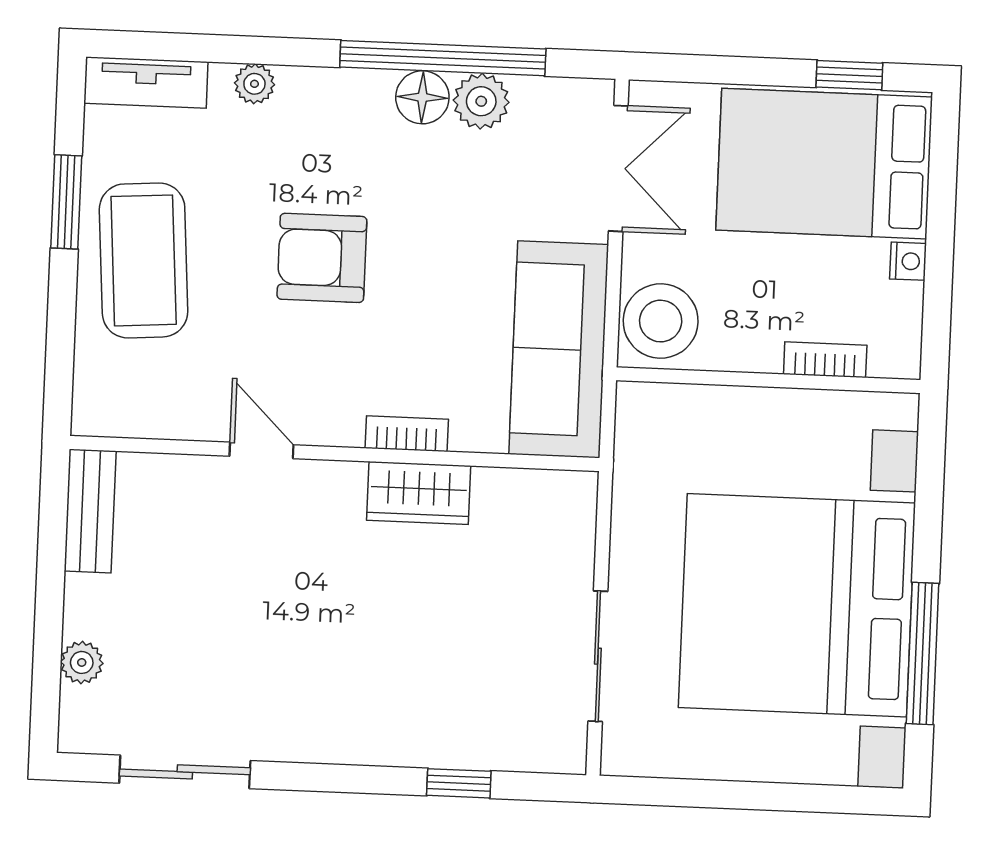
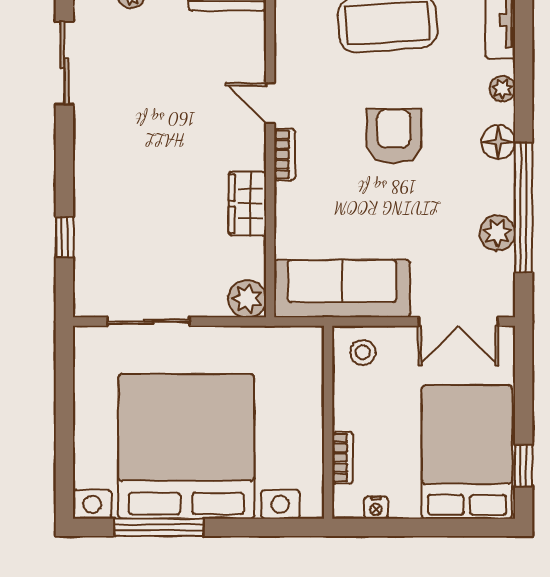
floor lamp: (422, 97) -> (498, 142), moved
nightstand: (908, 261) -> (376, 508), moved
stool: (661, 321) -> (363, 352), width x0.53, depth x0.53
bookcase: (407, 434) -> (285, 154), moved
door: (262, 450) -> (270, 103), swing flipped
plant: (568, 500) -> (247, 299), added

